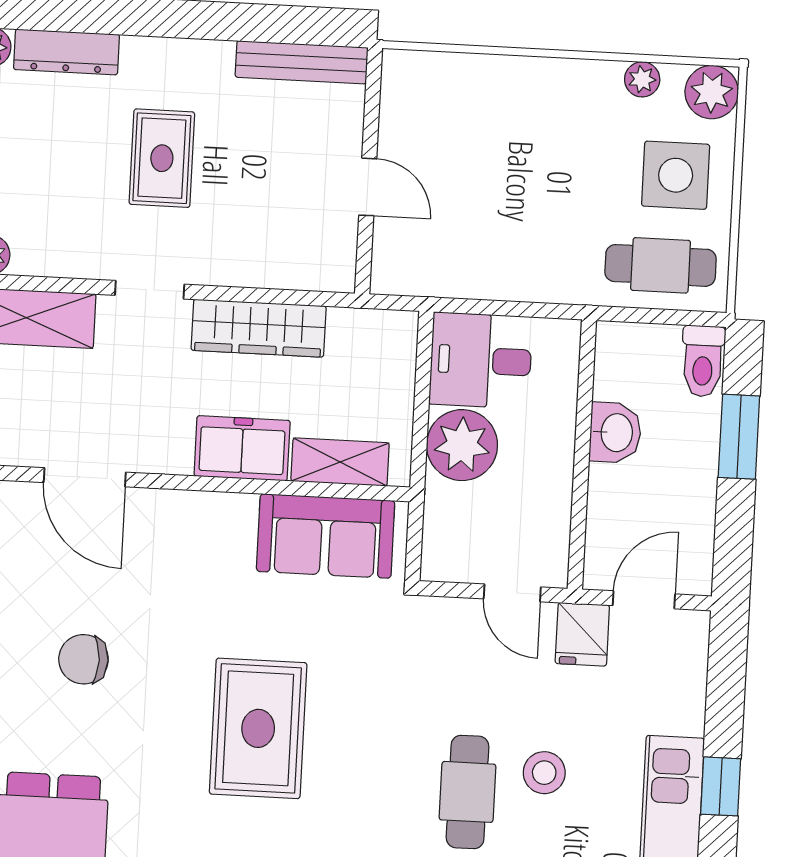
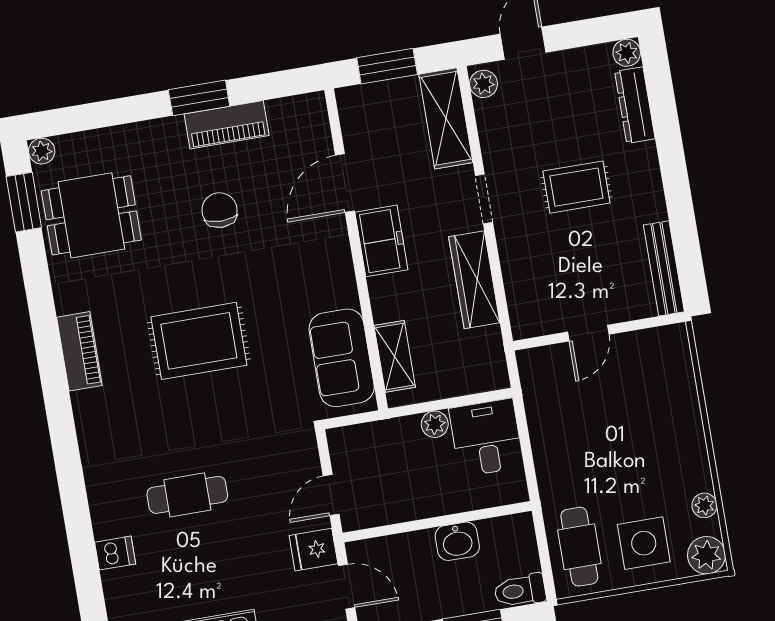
plant: (462, 445) -> (435, 424), width x0.53, depth x0.53
freezer: (242, 448) -> (381, 241), moved
stool: (544, 773) -> (212, 545), removed

